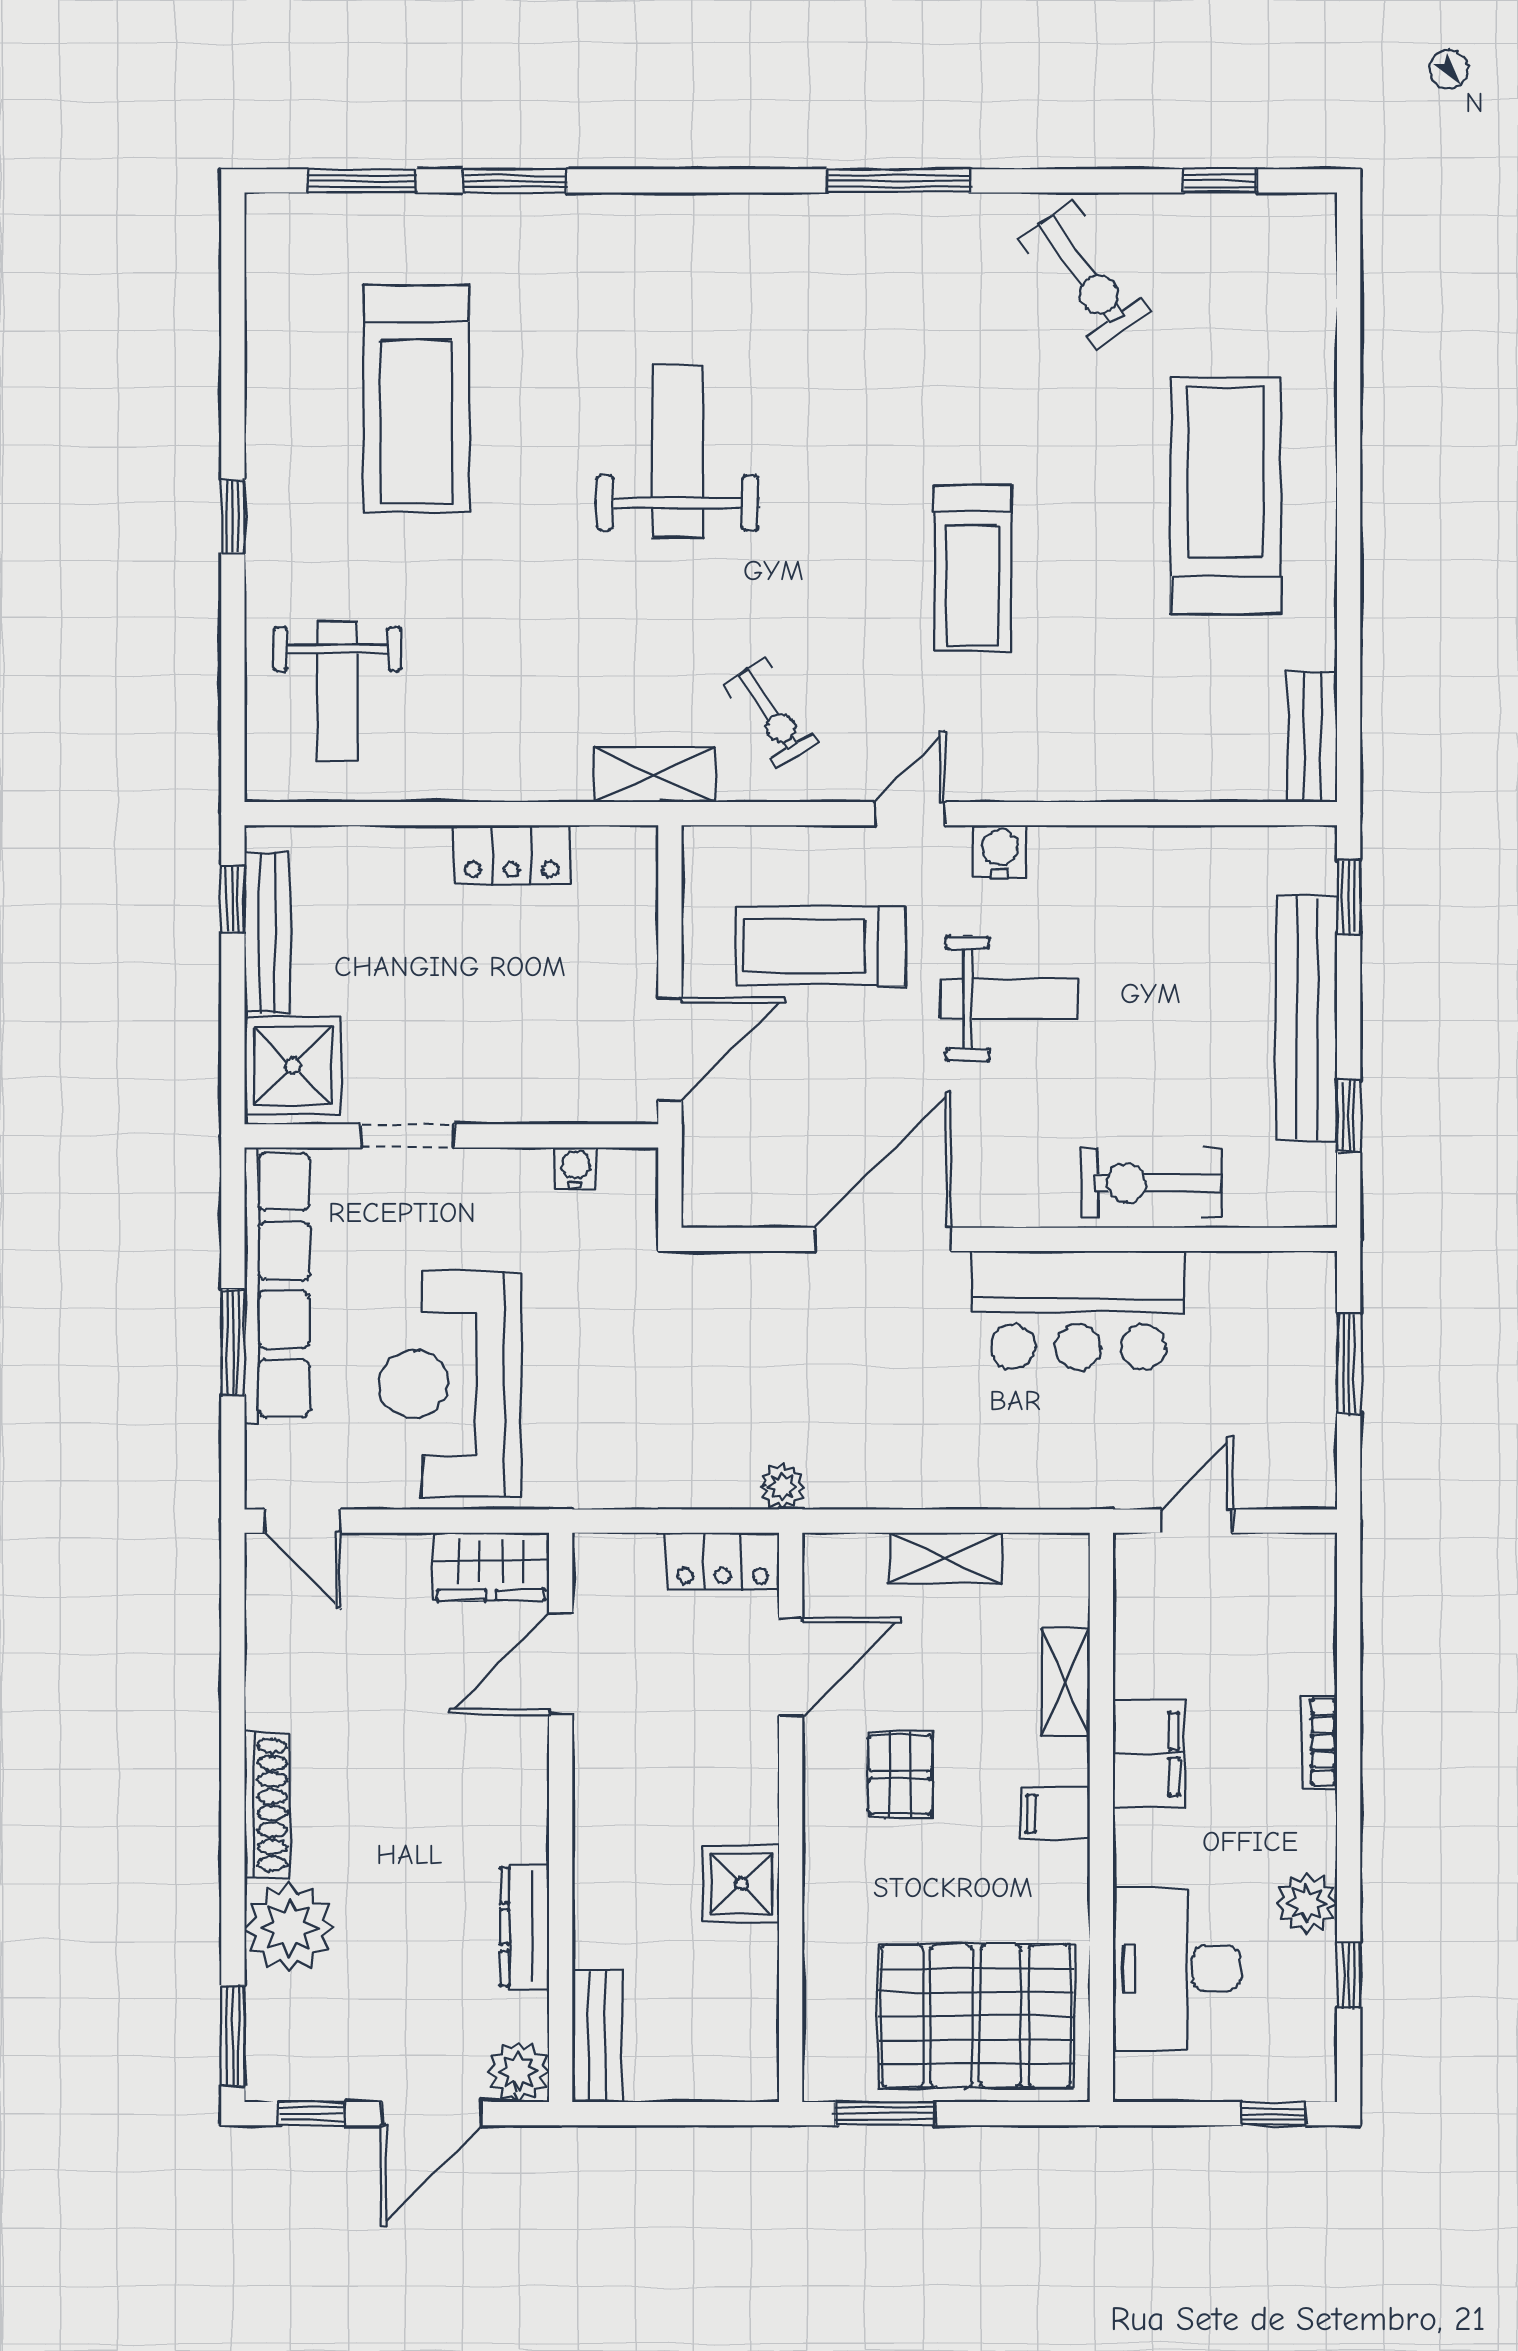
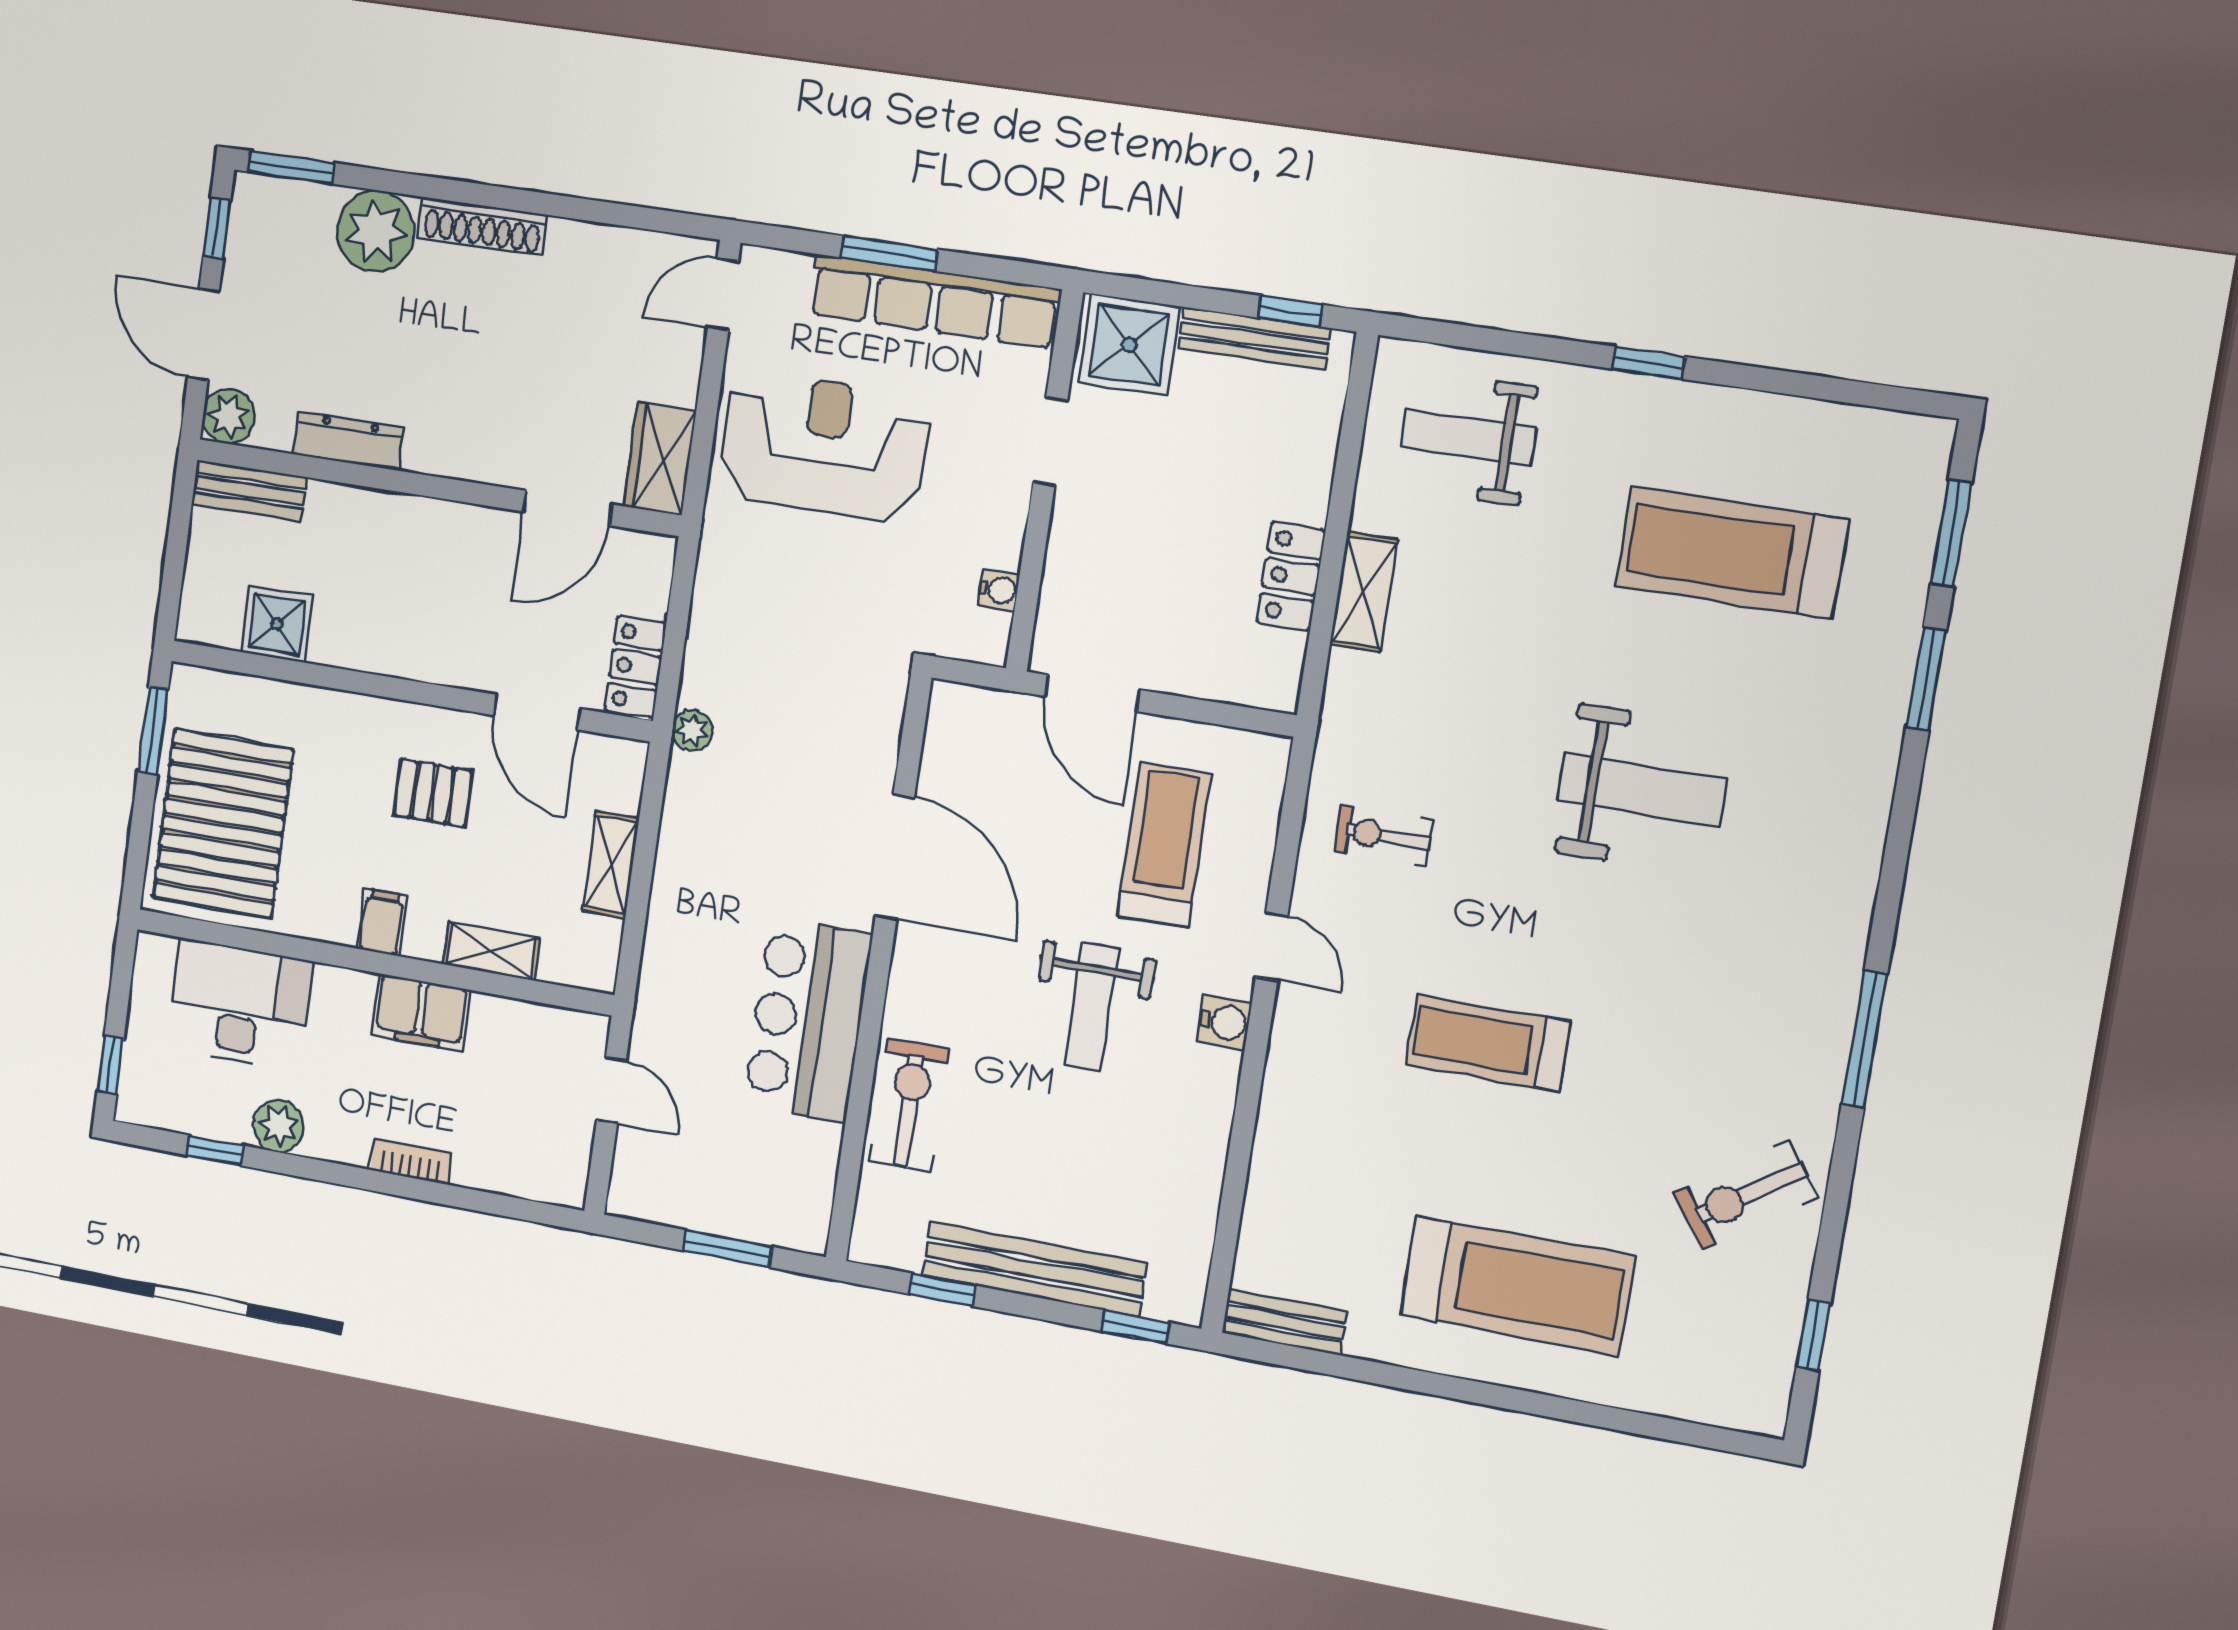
exercise bike: (771, 713) -> (1384, 836), turned 33
shelving: (655, 775) -> (1364, 592), moved
door: (561, 1664) -> (567, 508), swing flipped
shower: (741, 1884) -> (277, 624), moved

